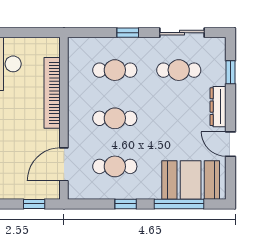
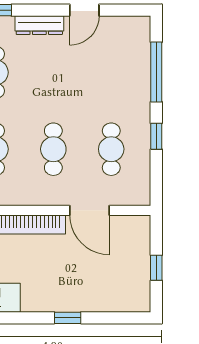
door: (64, 164) -> (89, 210), moved
booth: (191, 180) -> (128, 58), removed
window: (34, 204) -> (156, 268), moved

